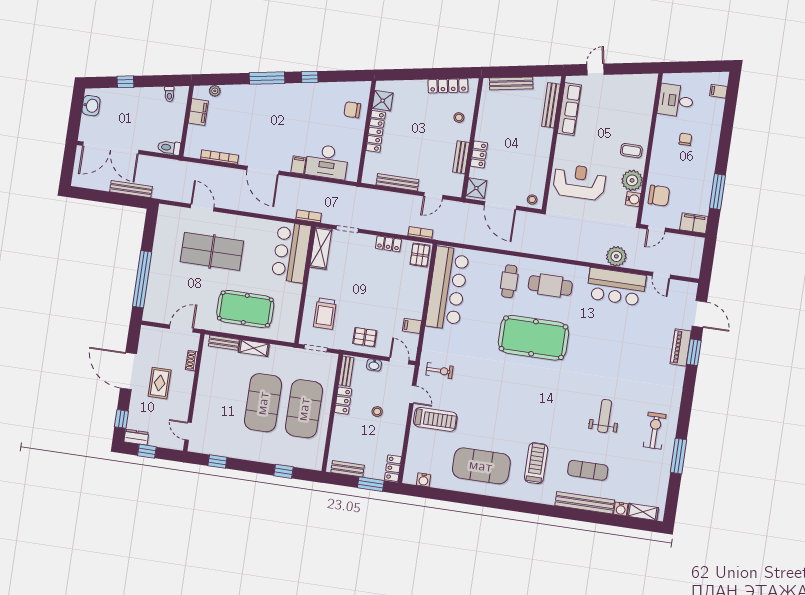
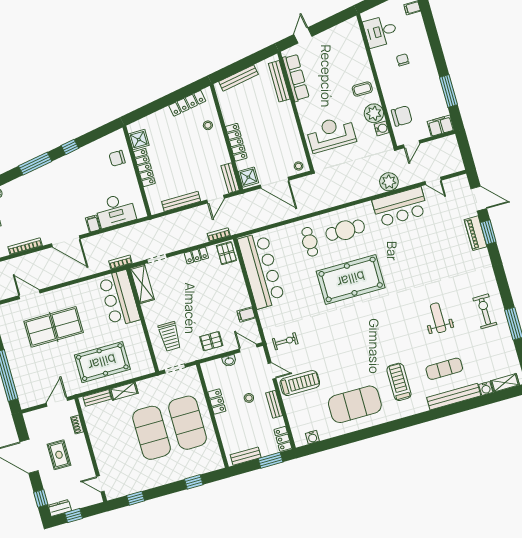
locker: (479, 154) -> (236, 142), width x1.53
bench: (461, 157) -> (230, 178), moved
bench: (346, 371) -> (274, 404), moved

